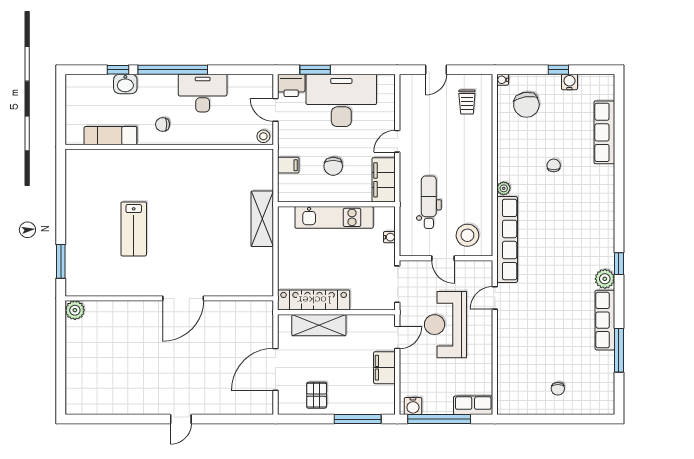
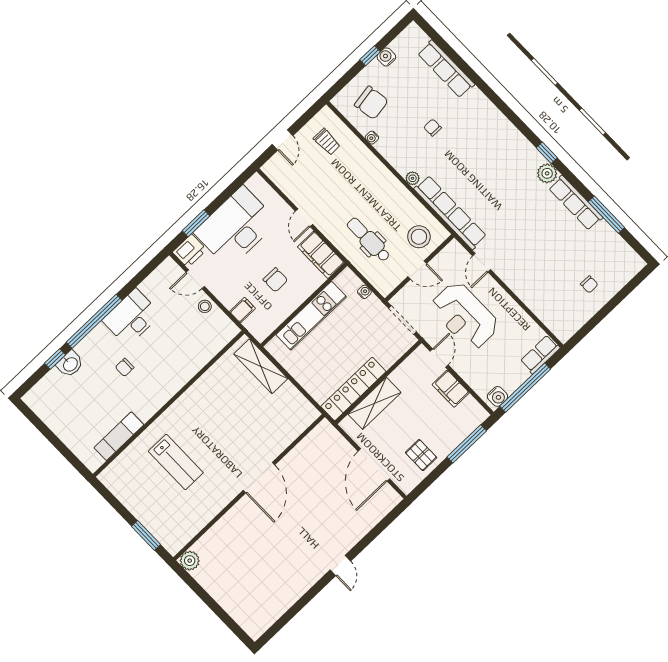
water cooler: (503, 80) -> (372, 138), moved
exam couch: (110, 136) -> (119, 436), moved
wall: (169, 147) -> (169, 404), moved

